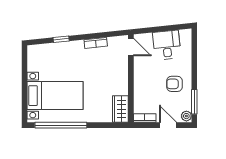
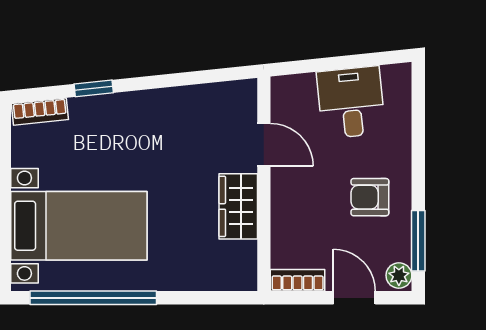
bookcase: (96, 43) -> (40, 112), moved
door: (131, 47) -> (264, 145), moved
wardrobe: (120, 109) -> (238, 206), moved

